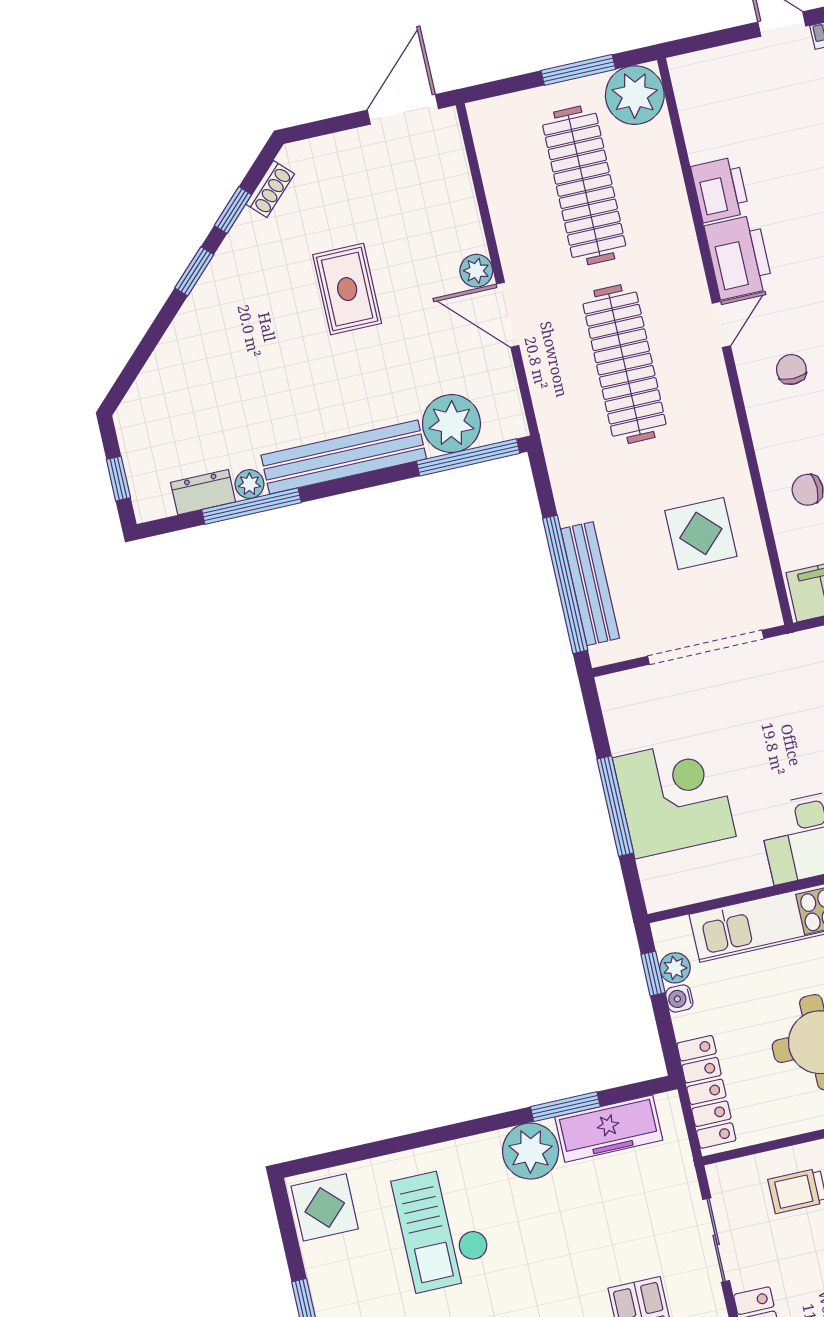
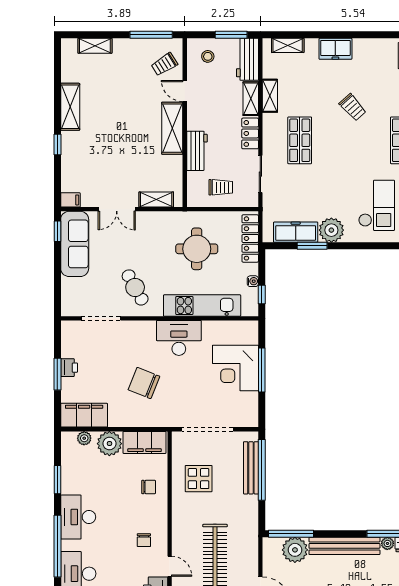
door: (721, 325) -> (170, 566), swing flipped
plant: (675, 968) -> (252, 295), removed

